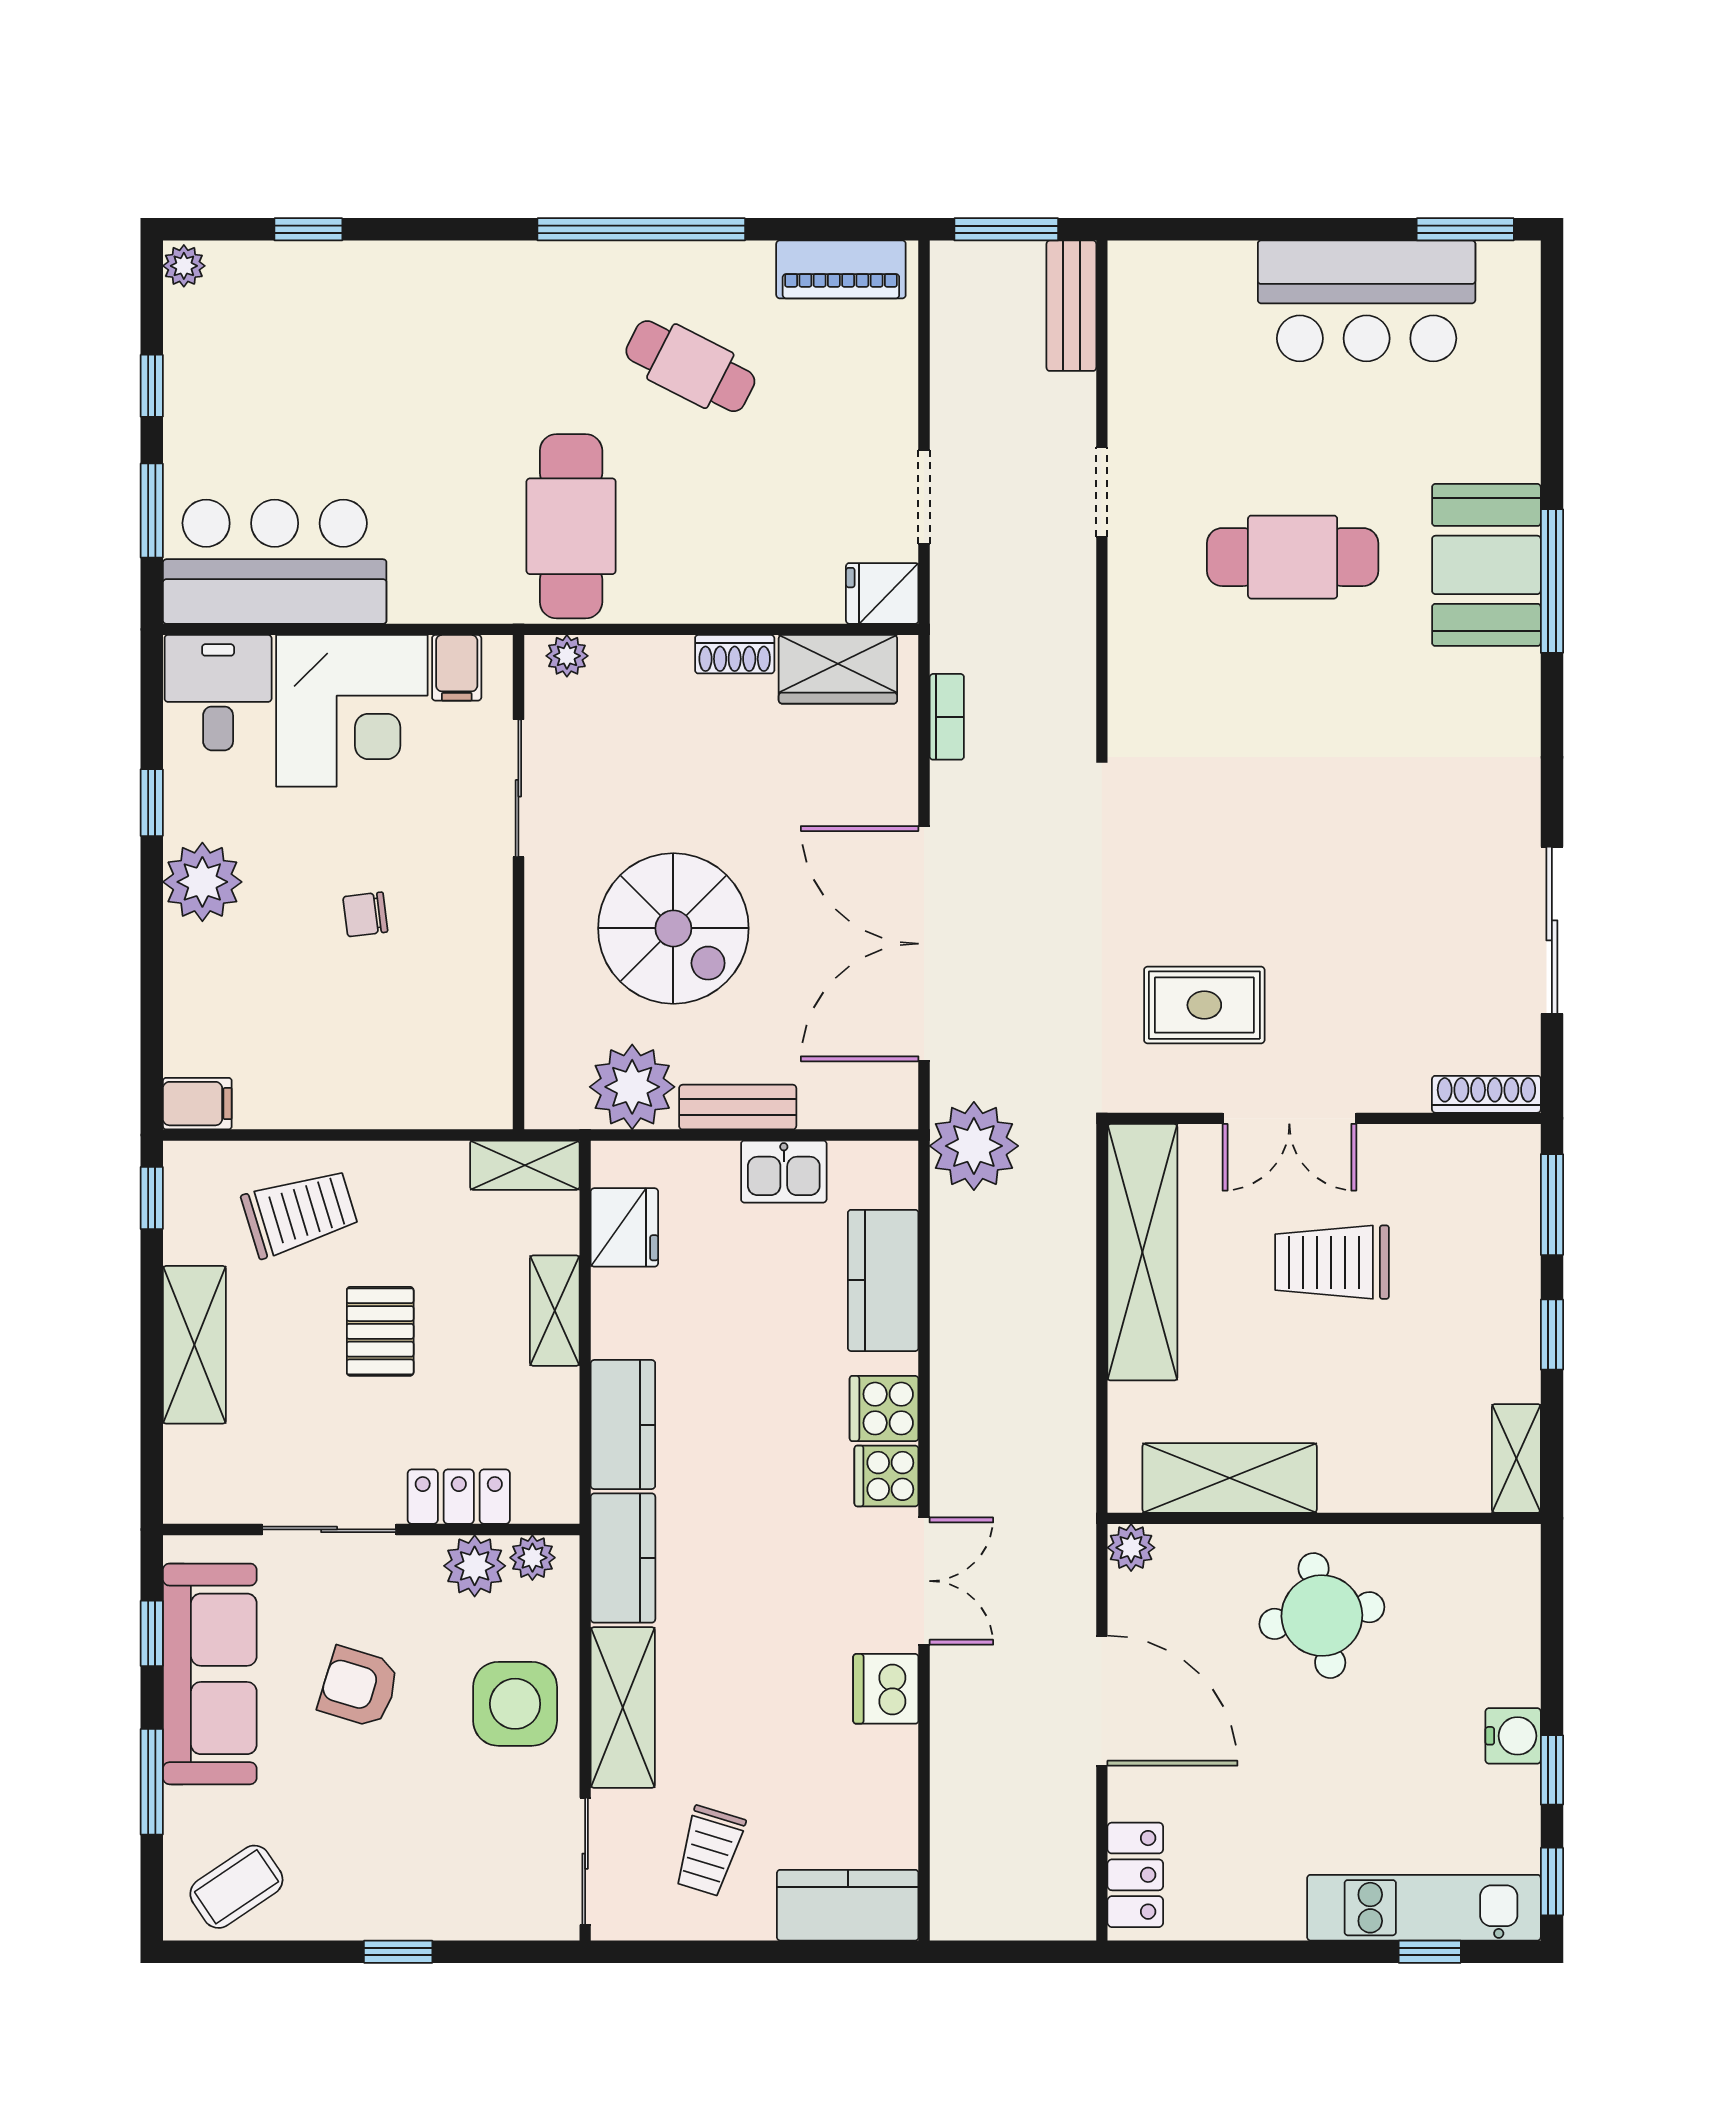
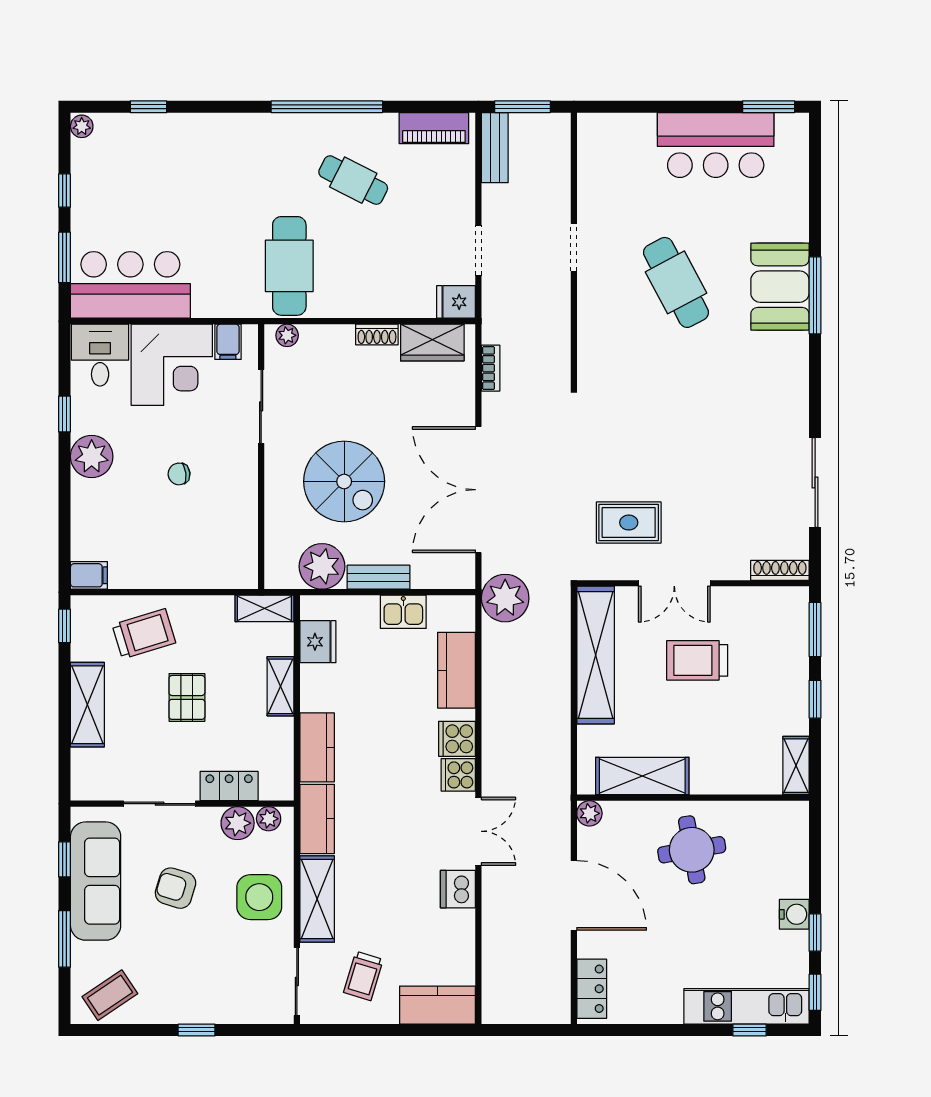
bench: (1071, 306) -> (495, 148), moved
cafe table: (1293, 557) -> (676, 282), turned 62

